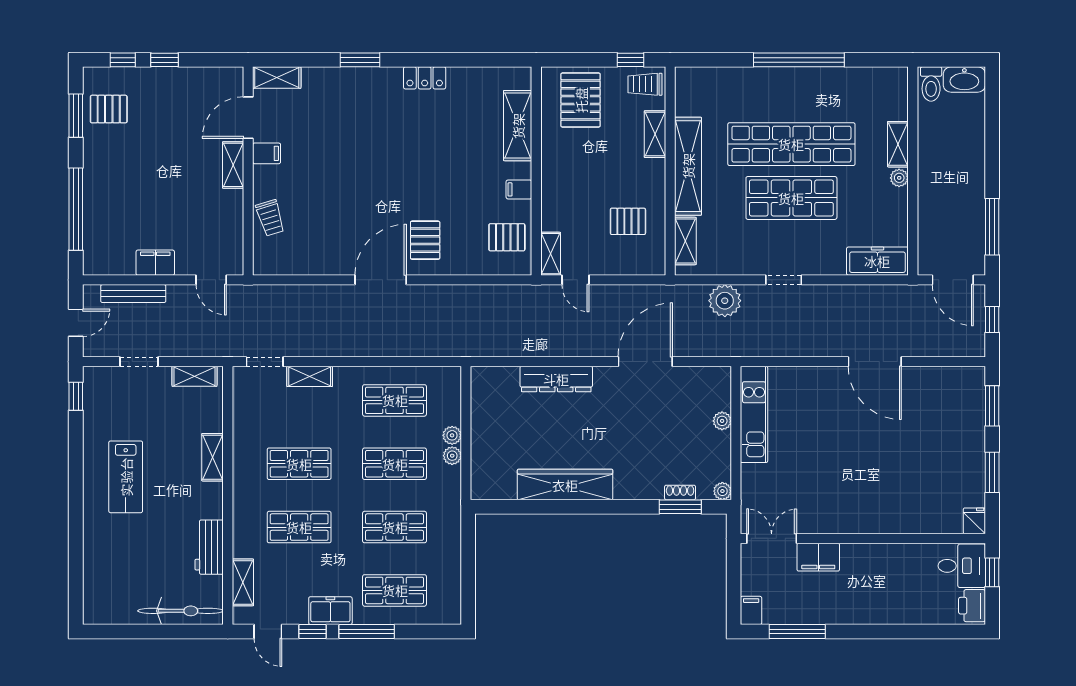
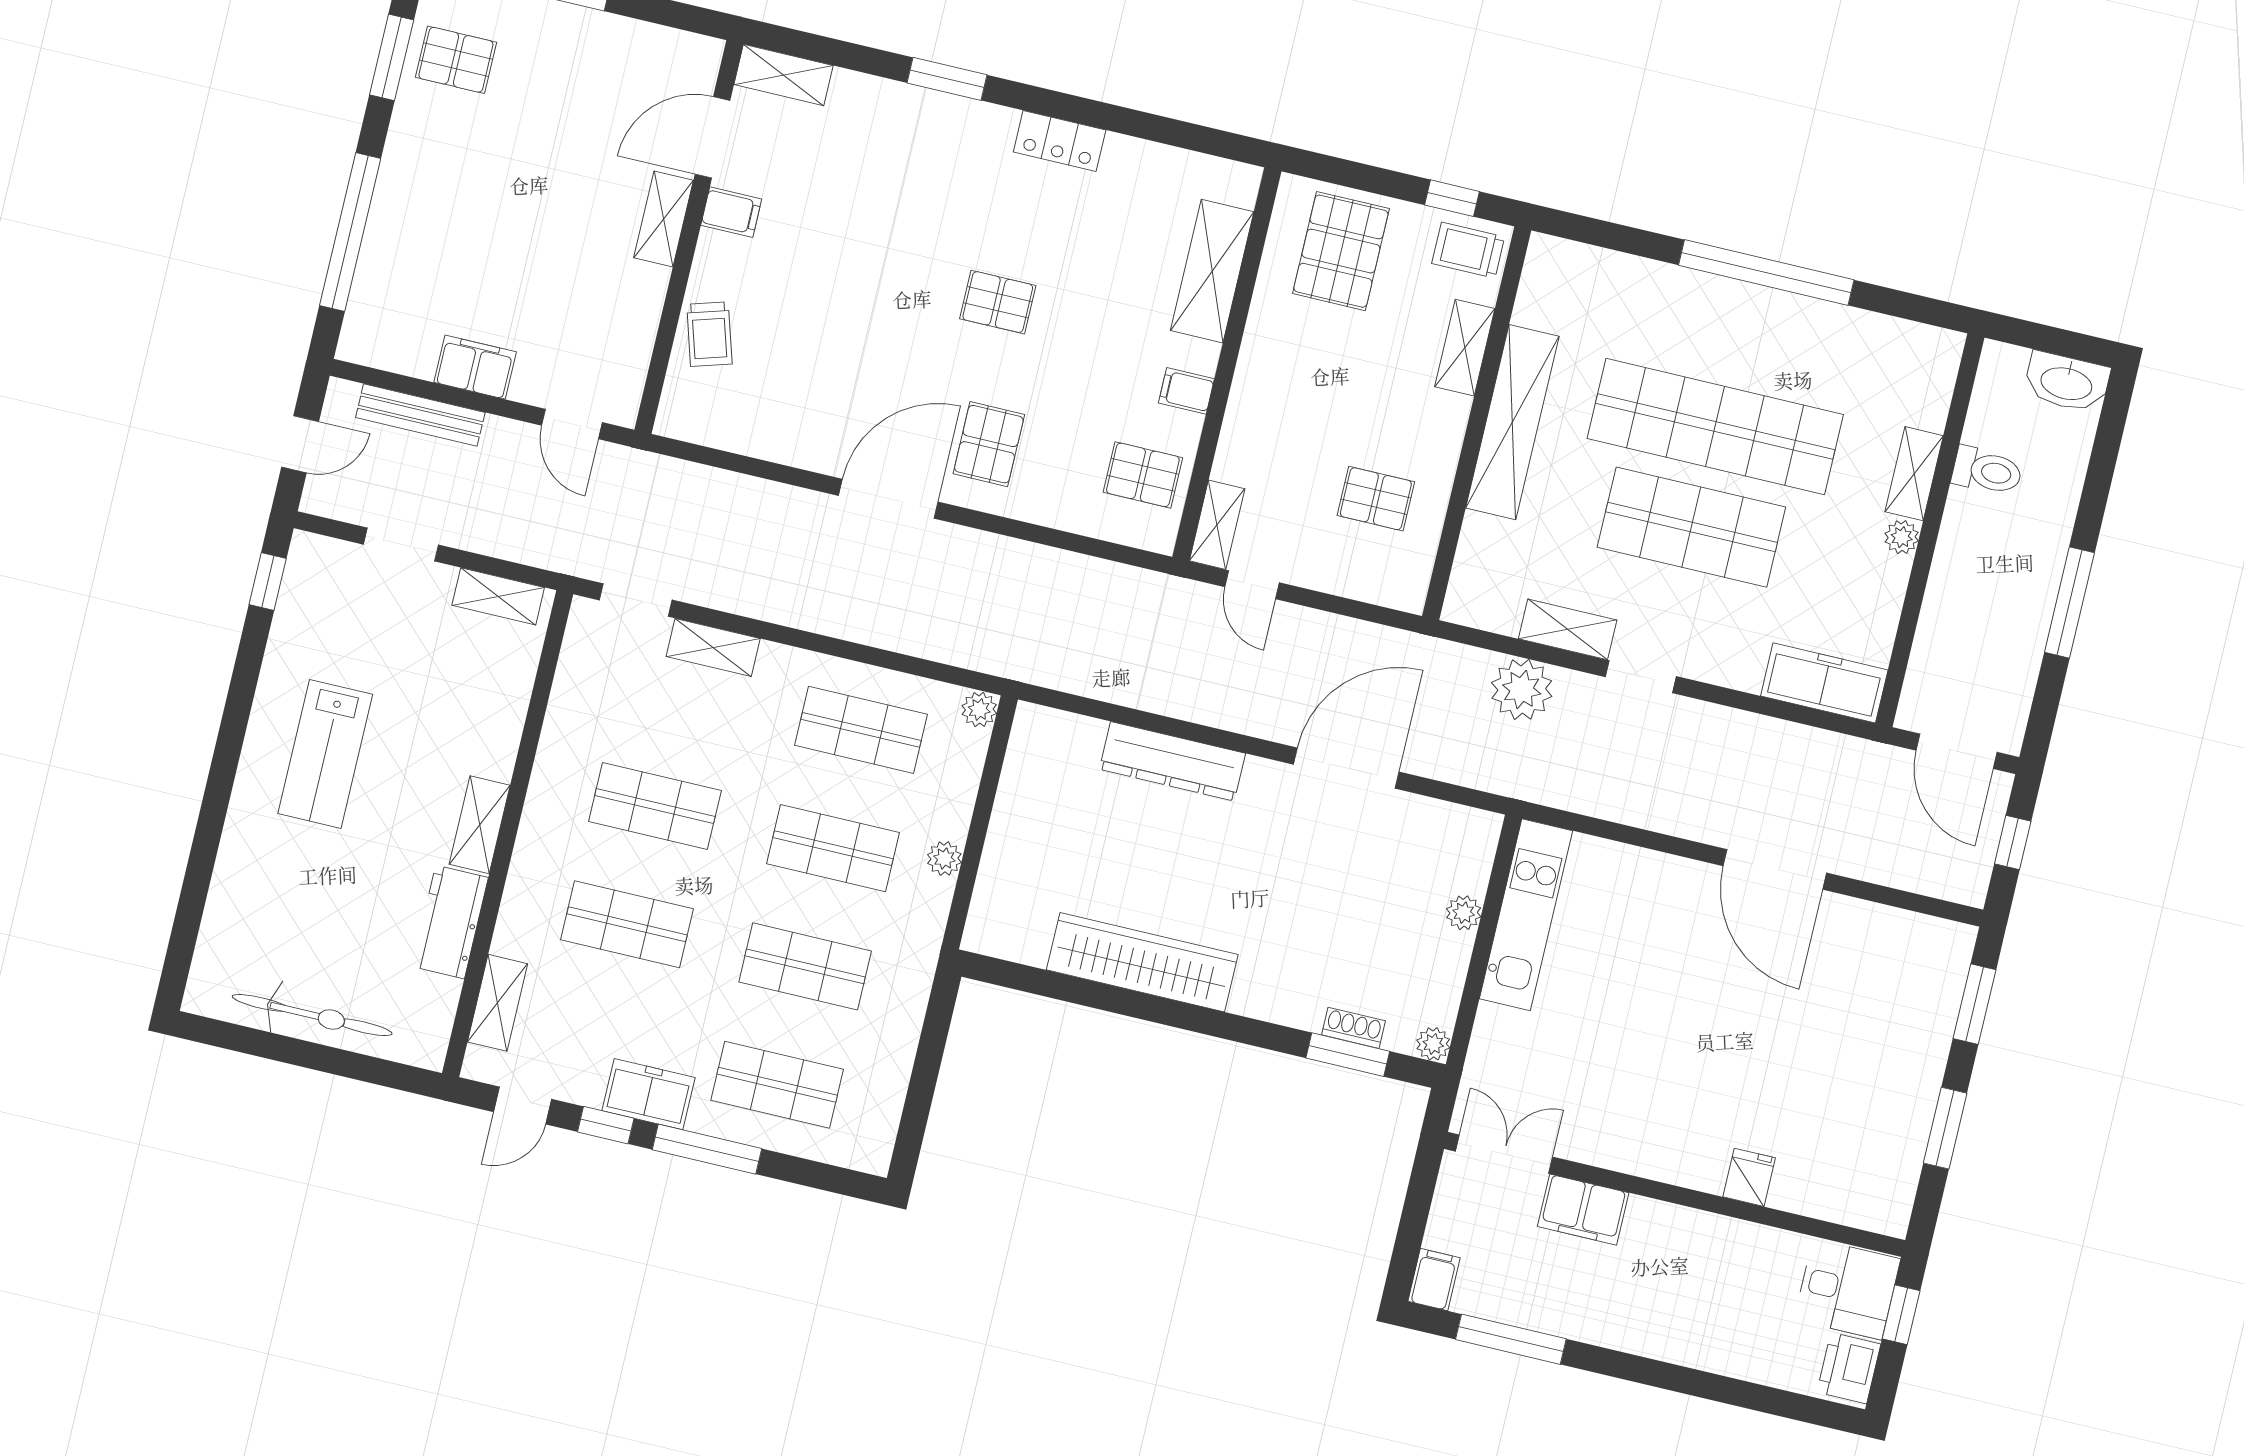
toilet: (931, 84) -> (1987, 471), moved, turned -90
pallet: (413, 167) -> (998, 302), added
window: (992, 227) -> (2069, 603), moved
shelving: (685, 241) -> (1568, 629), moved, turned 90
plant: (452, 435) -> (979, 710), moved
shelving: (212, 457) -> (480, 825), moved
fridge: (974, 521) -> (1749, 1177), moved
bicycle: (181, 611) -> (312, 1015), moved
door: (268, 631) -> (523, 1106), hinge flipped

